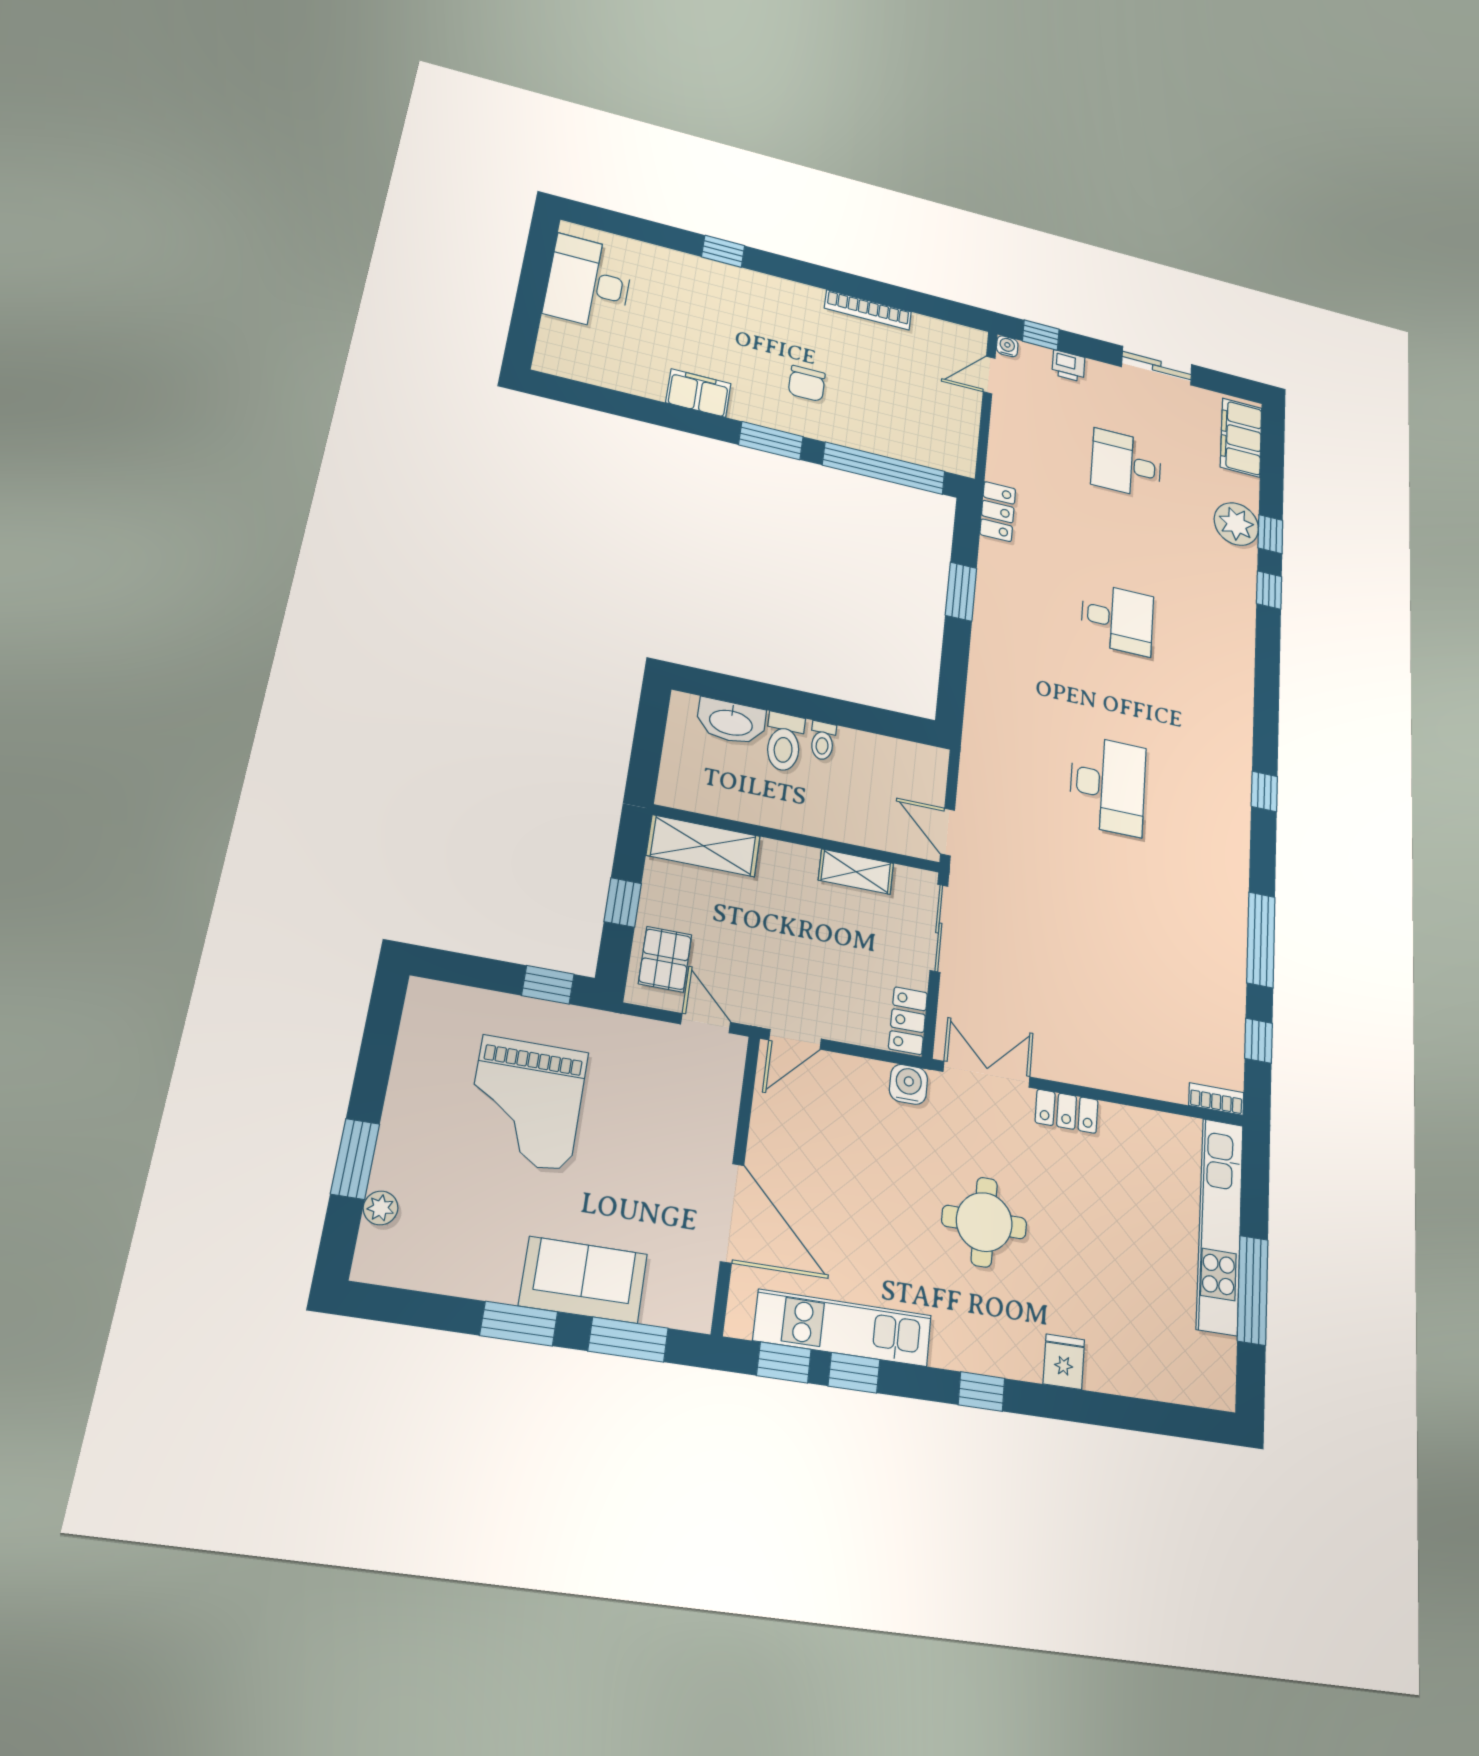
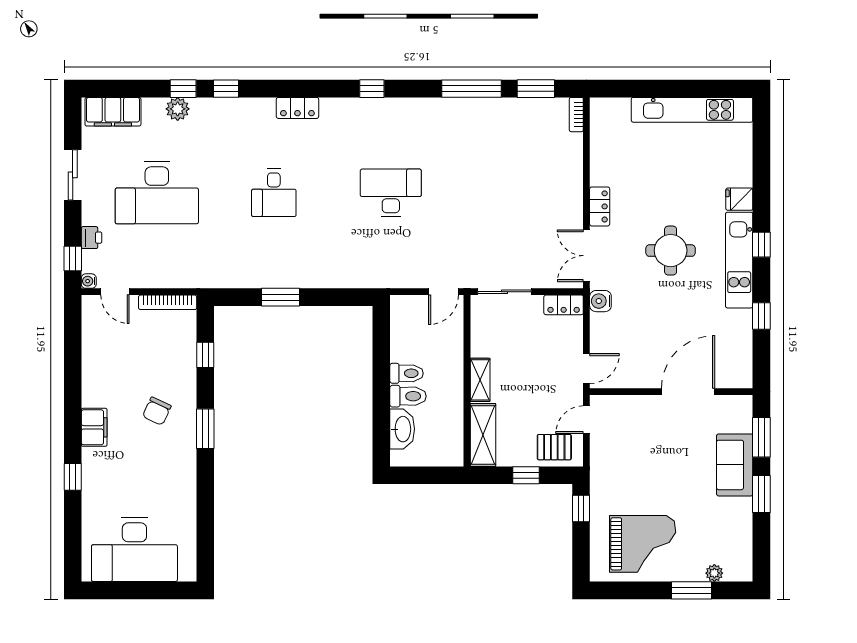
desk: (589, 283) -> (134, 550), width x1.36, depth x1.30
bookcase: (868, 310) -> (168, 302), moved, turned 90
chair: (807, 383) -> (157, 411), turned 115
filing cabinet: (698, 393) -> (94, 427), moved, turned 180
desk: (1126, 464) -> (157, 193), width x1.87, depth x1.30
window: (884, 468) -> (205, 355), width x0.32
locker: (998, 512) -> (297, 108), moved, turned 180
plant: (1236, 524) -> (178, 109), width x0.73, depth x0.73
desk: (1117, 619) -> (274, 193), turned 180
toilet: (823, 741) -> (407, 373), width x1.37, depth x1.39
shelving: (856, 872) -> (480, 380), moved
door: (795, 1039) -> (586, 369), hinge flipped
window: (1258, 1041) -> (536, 89), width x1.50
grand piano: (526, 1103) -> (643, 544), moved
kitchen unit: (1220, 1226) -> (692, 110), moved
window: (1253, 1290) -> (684, 89), removed
kitchen unit: (843, 1328) -> (739, 260), moved
window: (784, 1362) -> (761, 354), removed

